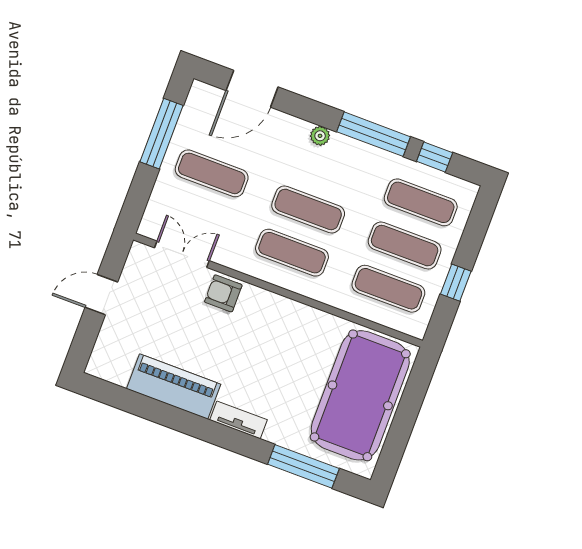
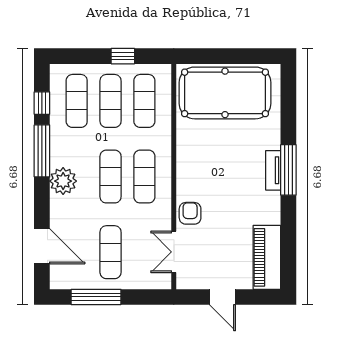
plant: (320, 136) -> (63, 181), width x1.88, depth x1.88
armchair: (223, 293) -> (190, 213), turned 180
piano: (174, 387) -> (267, 257), moved
window: (303, 466) -> (288, 170), moved

